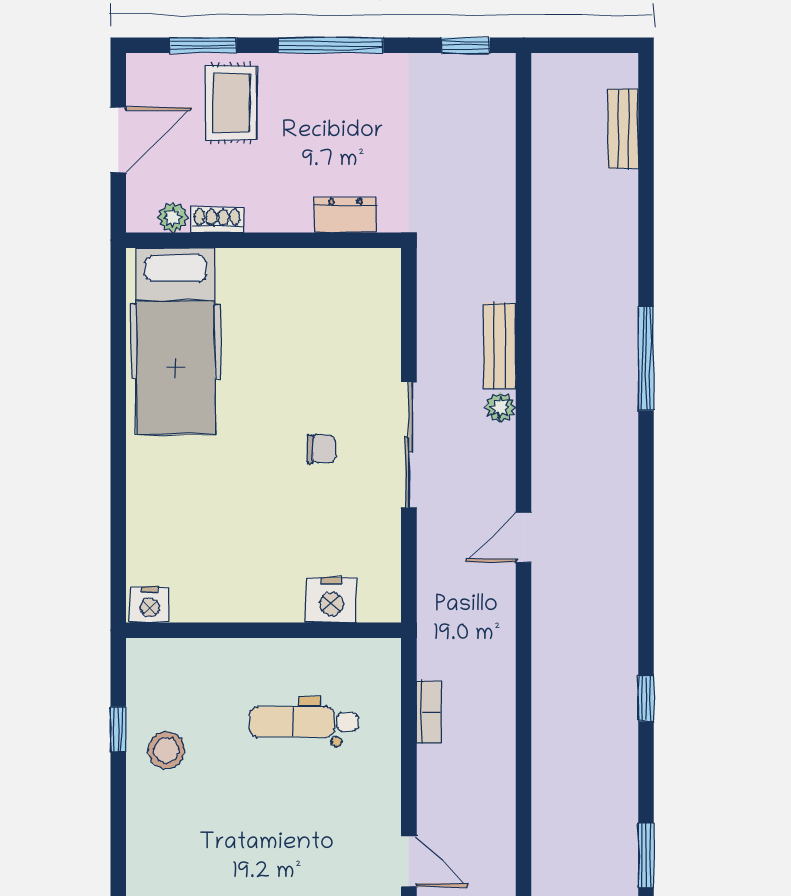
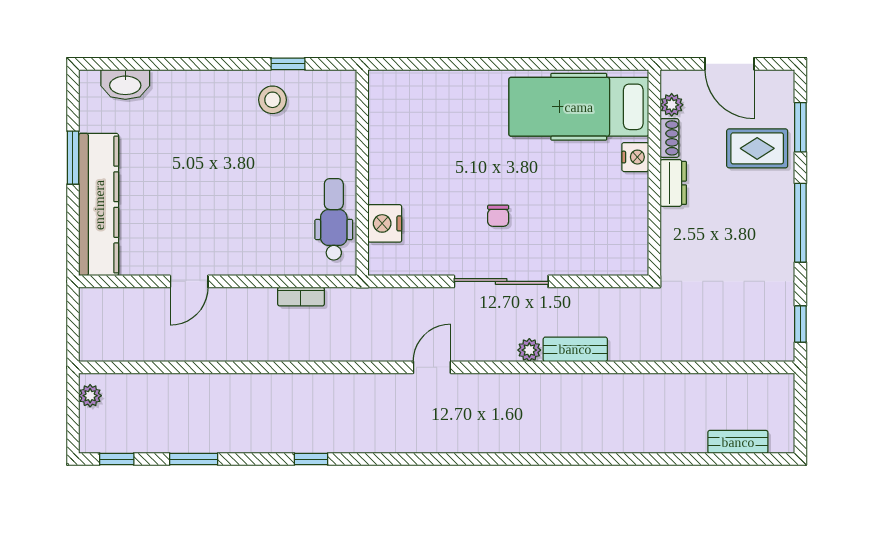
dresser: (345, 215) -> (673, 183), moved
window: (646, 359) -> (566, 459), removed
door: (524, 537) -> (432, 367), hinge flipped
nightstand: (149, 605) -> (635, 157), moved, turned 180
dental chair: (304, 722) -> (334, 219), moved

